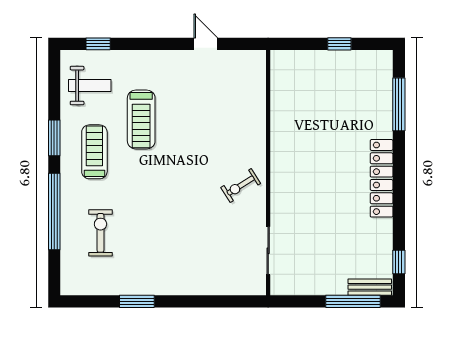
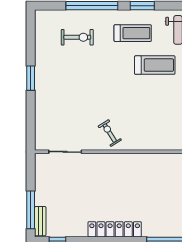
treadmill: (141, 119) -> (155, 65), turned 180
window: (137, 301) -> (31, 78), moved

